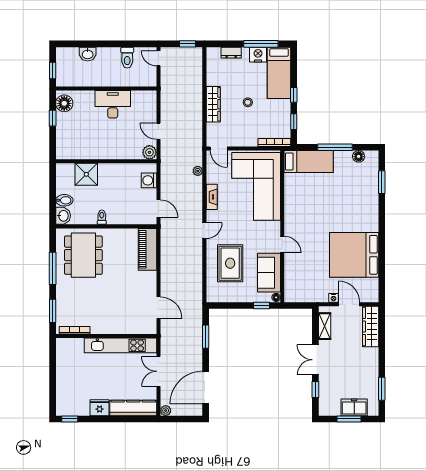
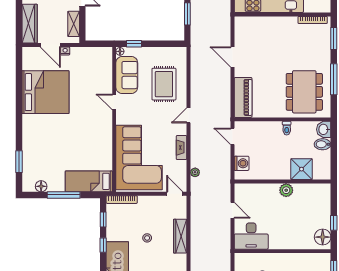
desk: (113, 104) -> (251, 236), moved
plant: (149, 152) -> (286, 190), moved
door: (158, 308) -> (232, 57), moved

